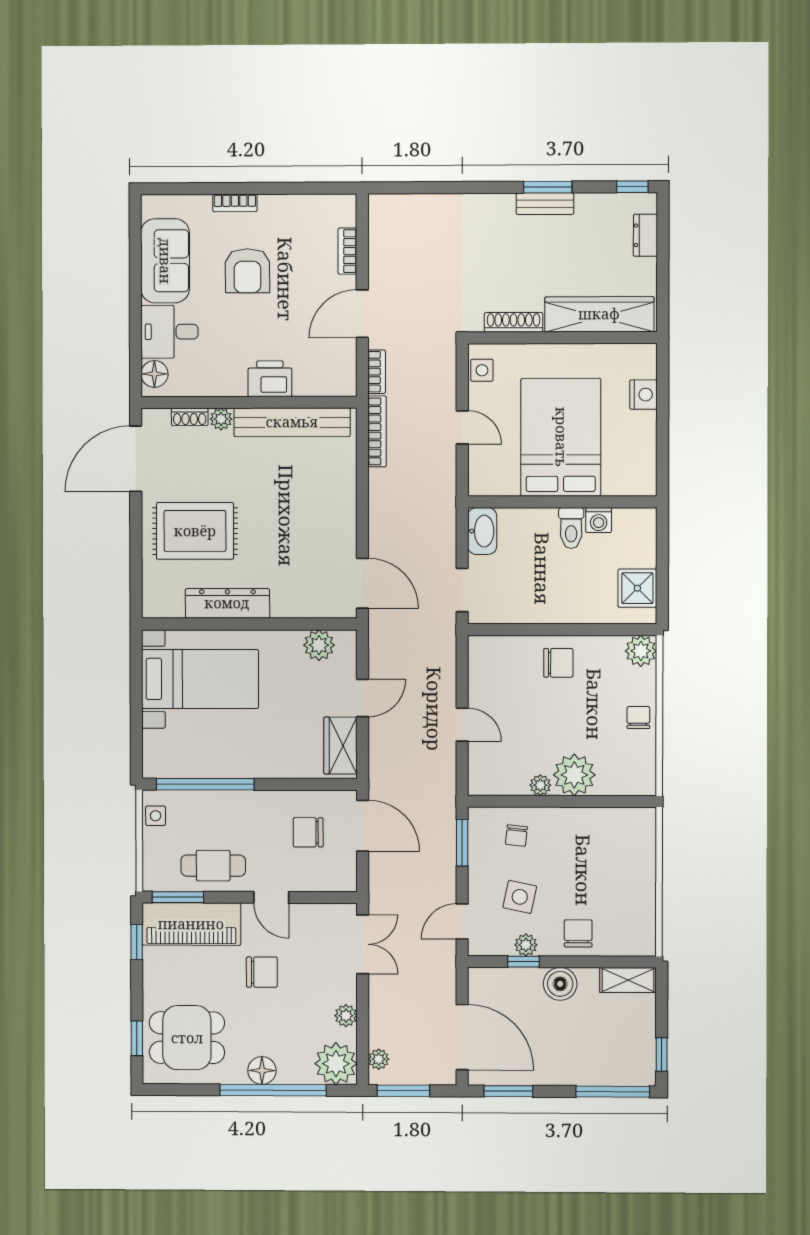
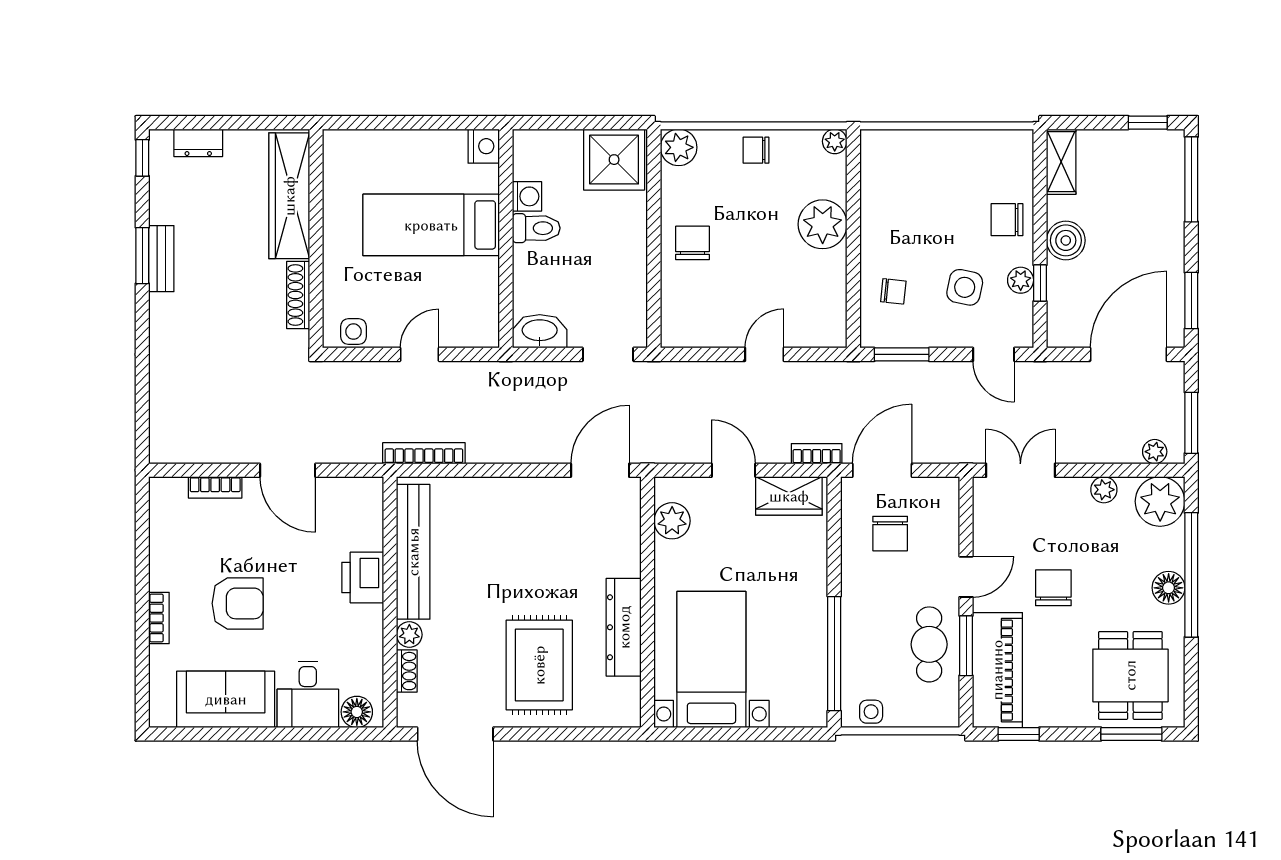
bookcase: (377, 372) -> (817, 454), moved
nightstand: (643, 395) -> (484, 146), moved, turned 90
bed: (561, 437) -> (431, 225), width x0.67
shower: (637, 588) -> (614, 160), width x1.36, depth x1.36
plant: (540, 785) -> (835, 141), moved
window: (178, 897) -> (966, 646), moved
window: (137, 1038) -> (1131, 734), width x1.50

